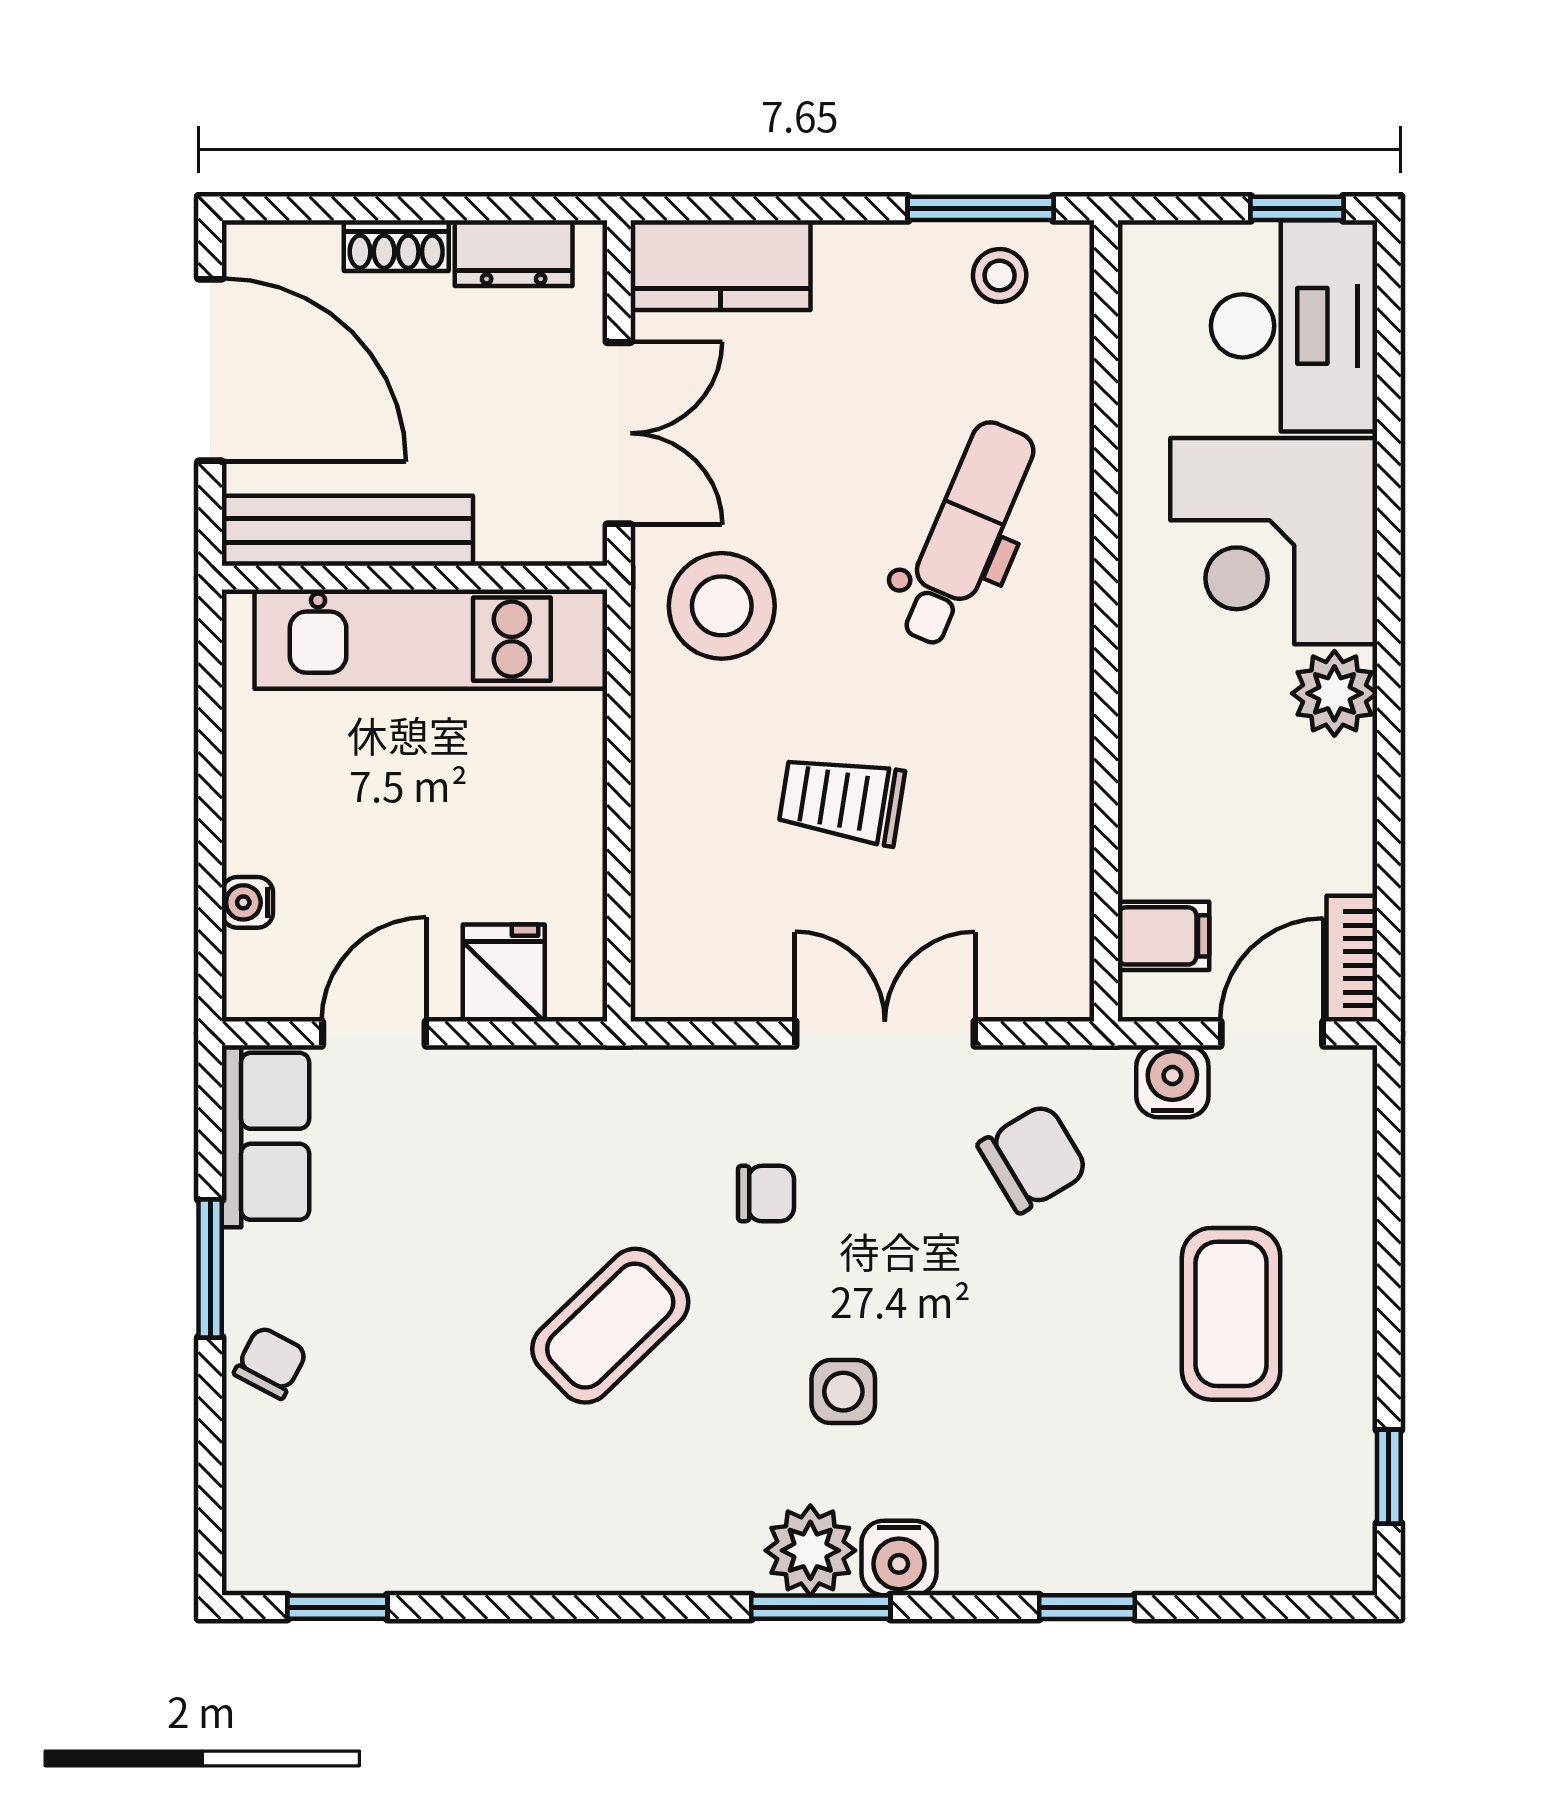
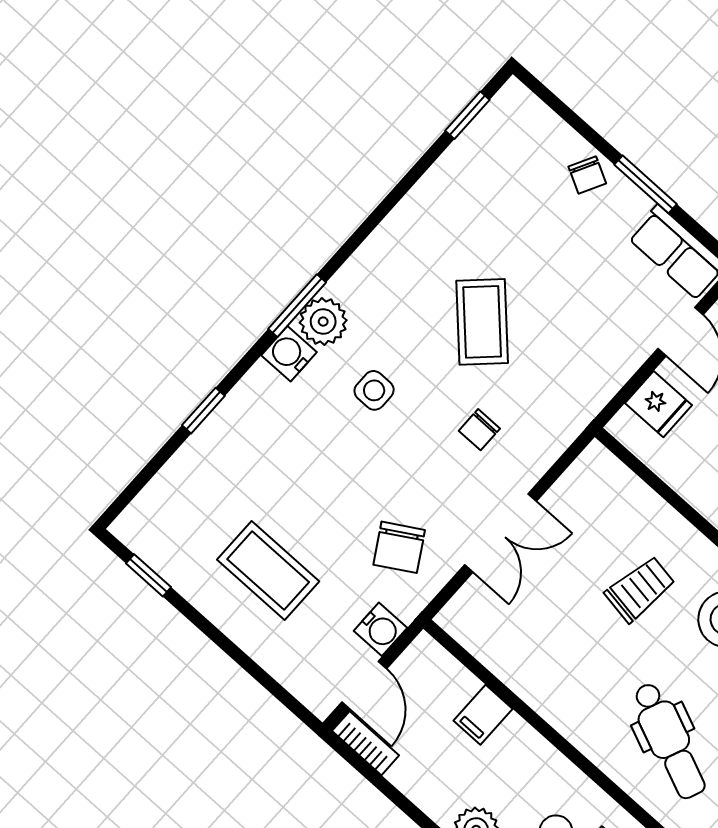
trolley: (842, 800) -> (640, 589), moved
filing cabinet: (1163, 936) -> (483, 715), moved

